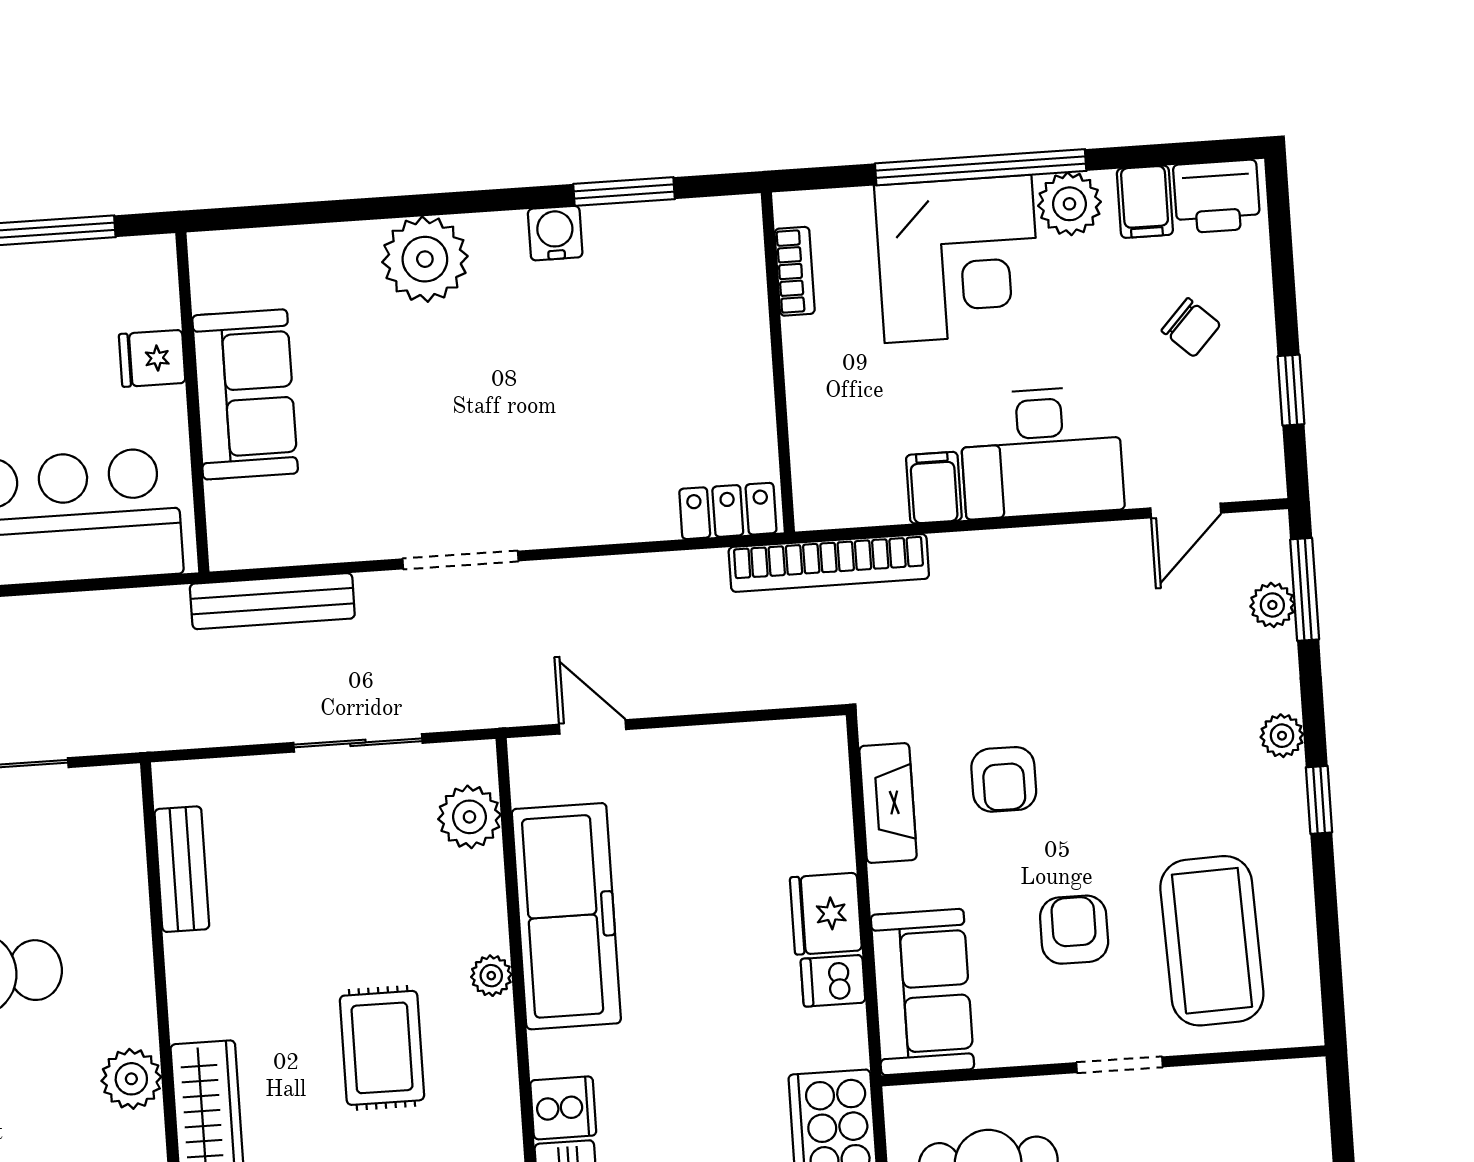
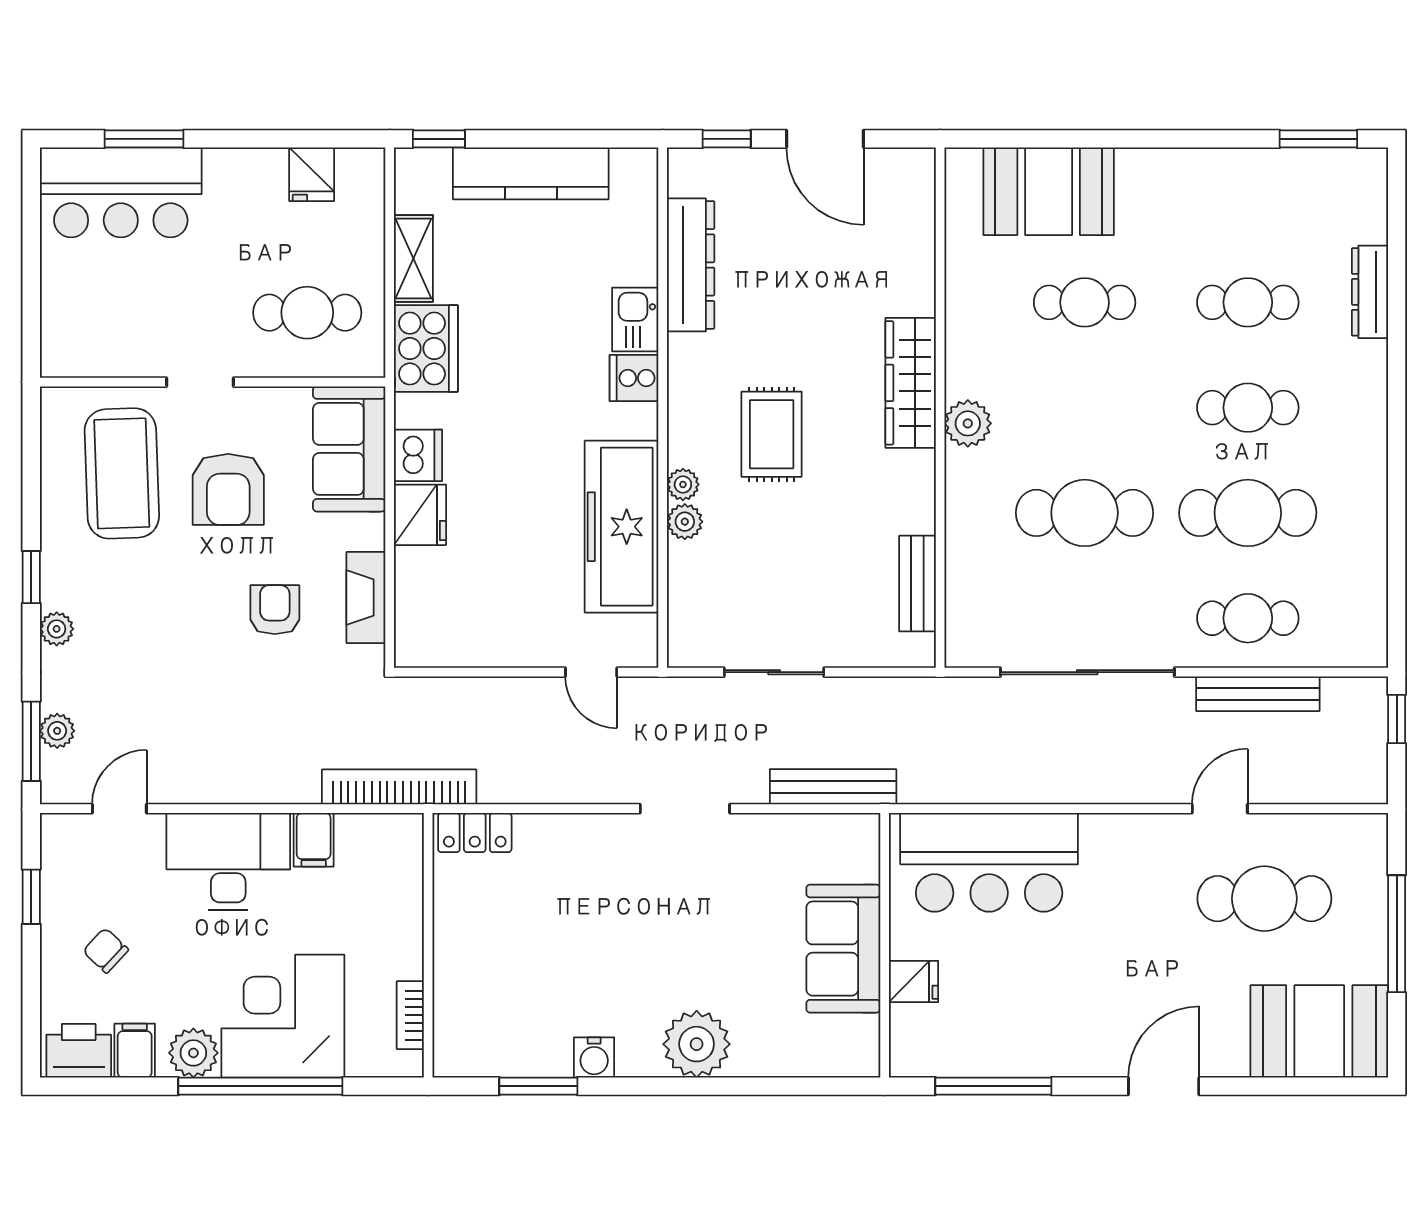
plant: (469, 817) -> (685, 522), moved, width x0.73, depth x0.73
armchair: (1074, 930) -> (228, 489), width x1.38, depth x1.38
dishwasher: (833, 981) -> (418, 455), width x1.38

